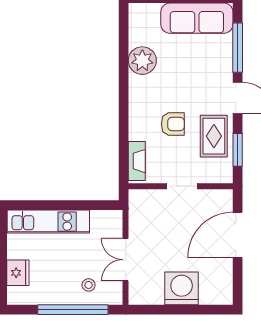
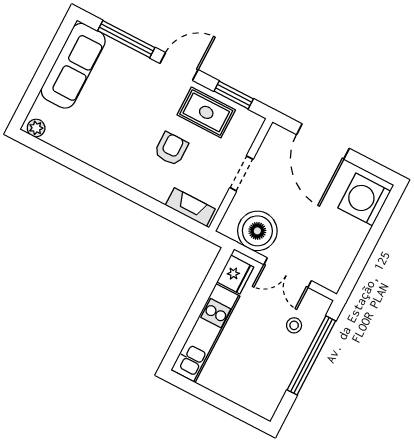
plant: (142, 61) -> (36, 128), moved, width x0.53, depth x0.53
boiler: (145, 221) -> (257, 231), added
fridge: (18, 273) -> (235, 275), moved, turned 90
washing machine: (182, 288) -> (364, 199), moved

